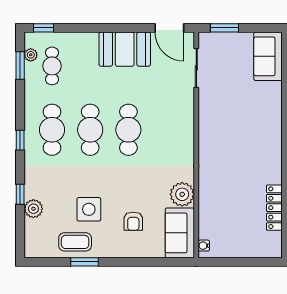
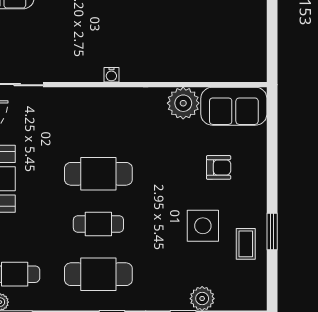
cafe table: (90, 130) -> (98, 224), width x0.73, depth x0.74
coffee table: (75, 242) -> (246, 244), width x0.73, depth x0.77
water cooler: (204, 246) -> (111, 75), moved

